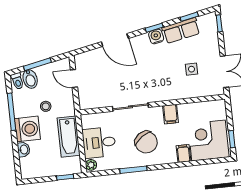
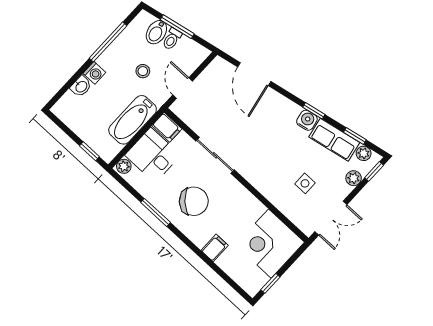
plant: (204, 20) -> (364, 153), added
plant: (213, 39) -> (354, 178), added
door: (115, 40) -> (254, 74), moved
door: (74, 79) -> (183, 88), moved
toilet: (17, 81) -> (172, 39), moved
filing cabinet: (170, 114) -> (167, 127), moved, turned -90
washing machine: (27, 129) -> (94, 73), width x0.53, depth x0.53
corner desk: (209, 140) -> (270, 244), moved, turned -90
chair: (146, 142) -> (194, 201), turned -99

